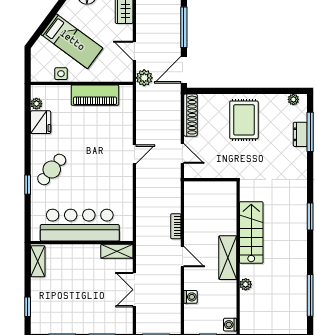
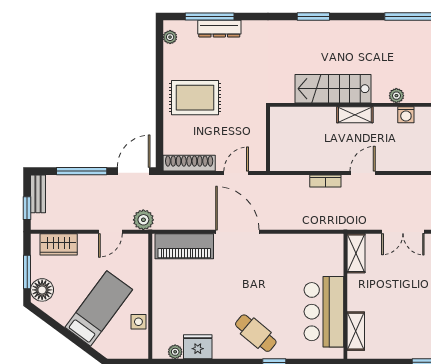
door: (184, 70) -> (134, 171), swing flipped
piano: (95, 95) -> (184, 246), moved, turned 90
dresser: (300, 134) -> (219, 29), width x1.44
door: (134, 154) -> (237, 232), width x1.88
bar counter: (80, 225) -> (324, 312), width x0.73
shelving: (228, 258) -> (355, 115), width x0.67, depth x0.75
shelving: (38, 261) -> (356, 331), moved, turned 90
washing machine: (191, 297) -> (406, 115), moved, turned 180

